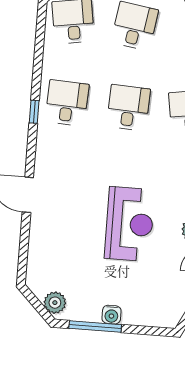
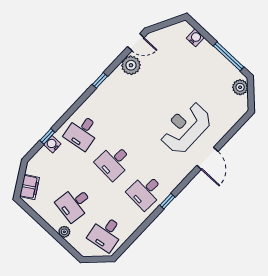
reception desk: (130, 224) -> (185, 128), moved
water cooler: (112, 315) -> (195, 38), moved

